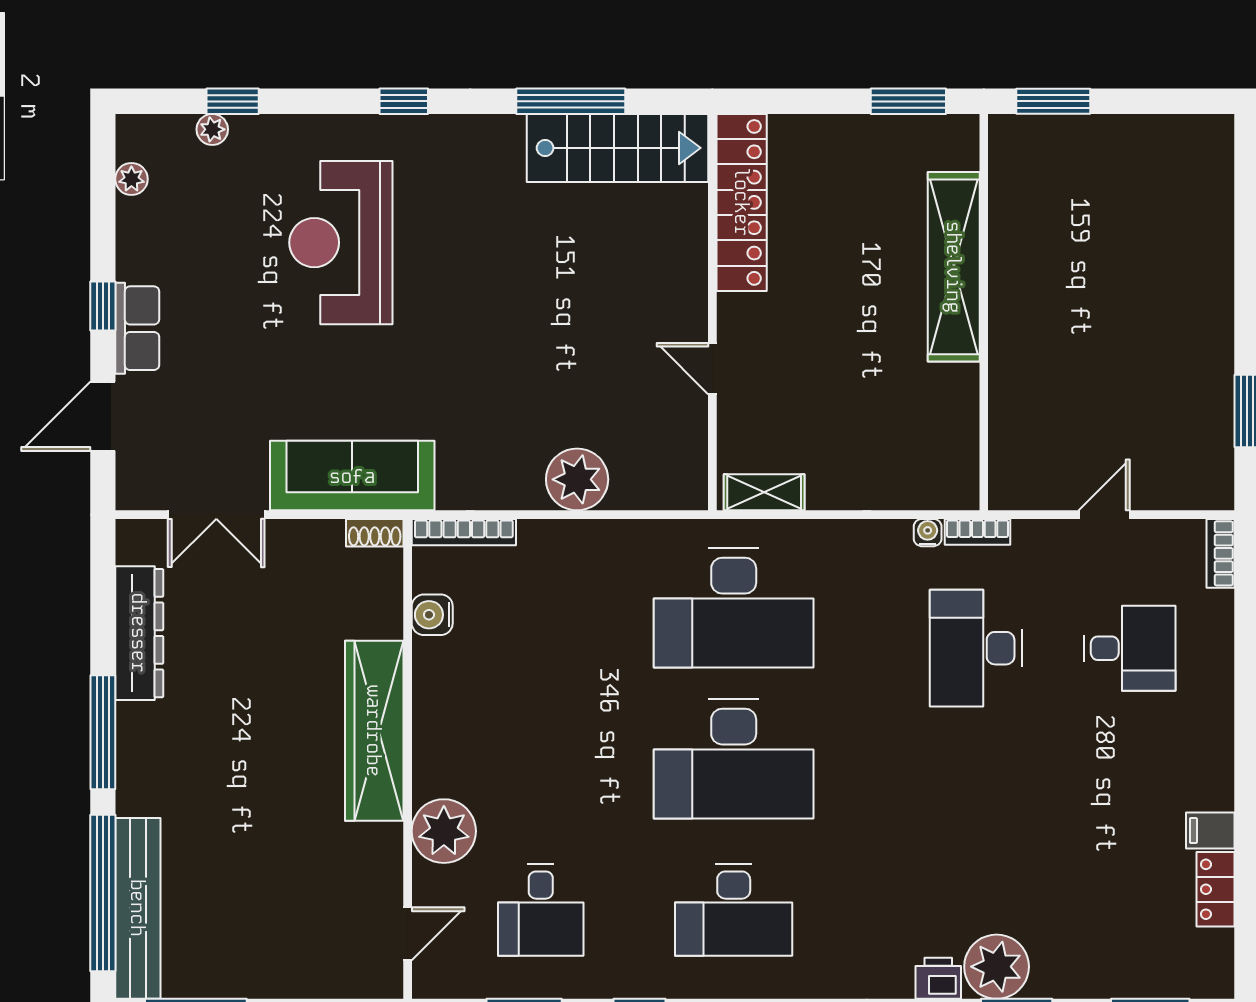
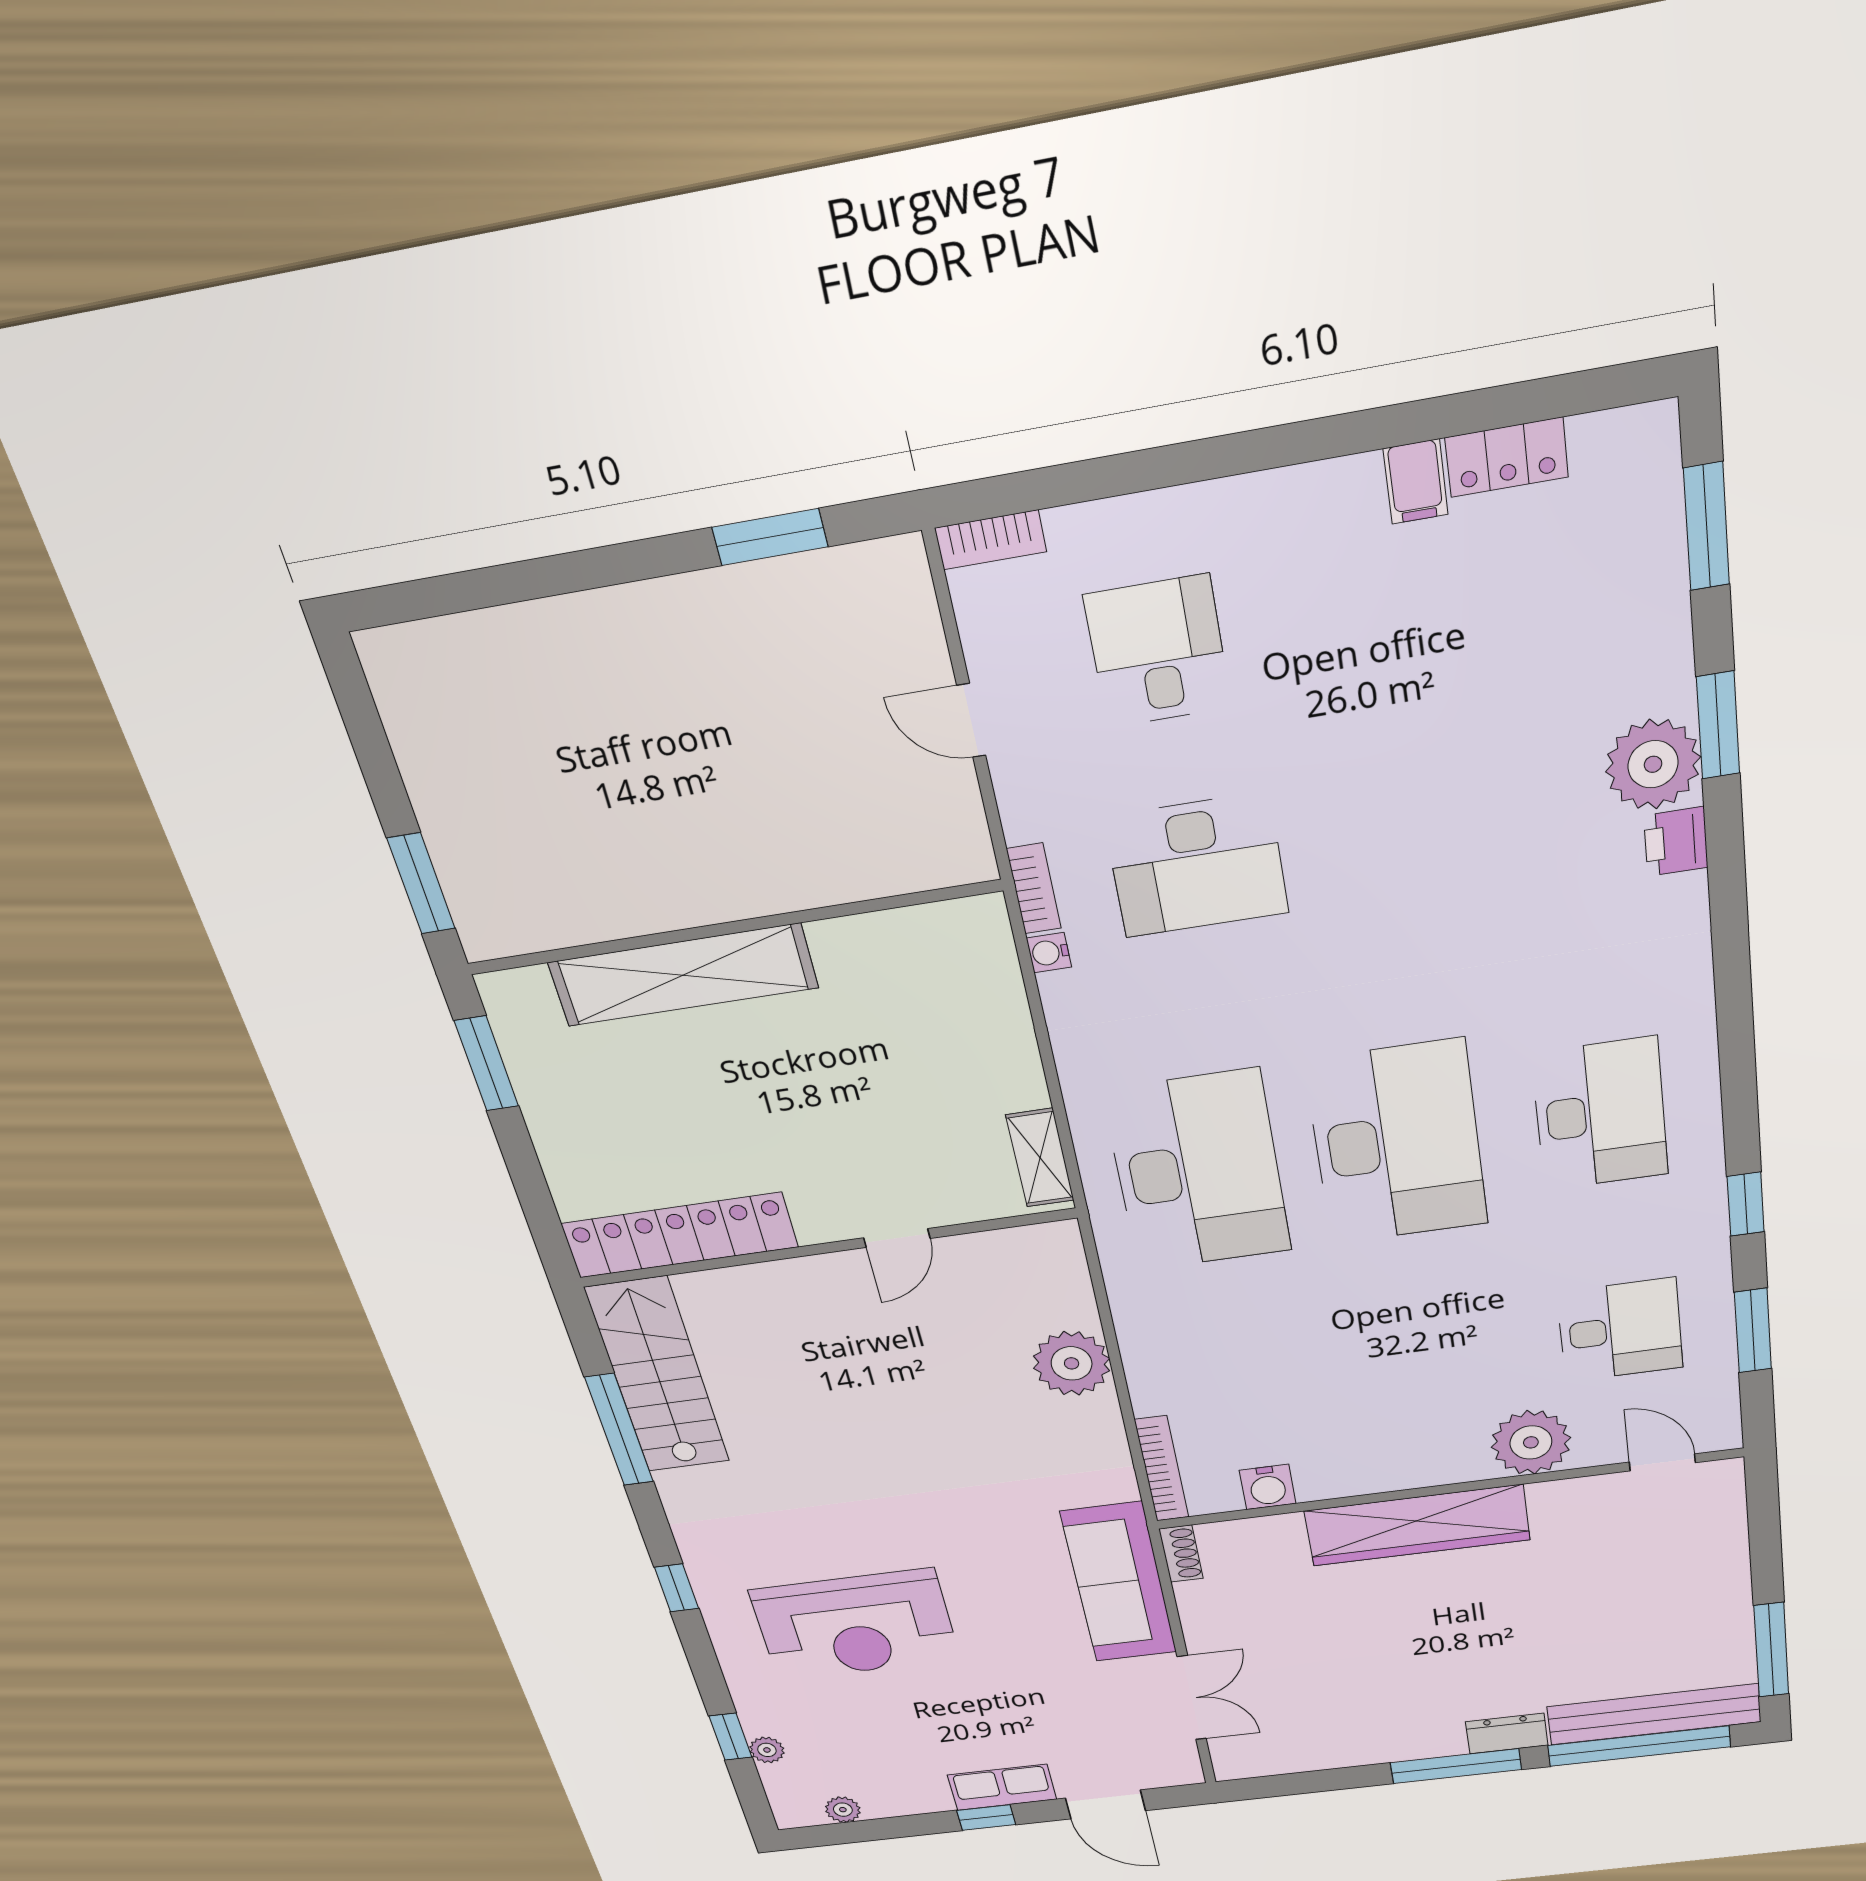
dresser: (139, 633) -> (1507, 1734), moved, width x0.51, depth x0.80

